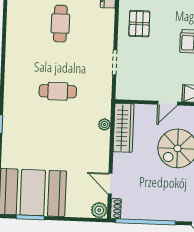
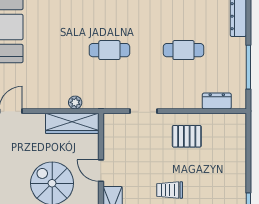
cafe table: (58, 91) -> (109, 50), turned 90

